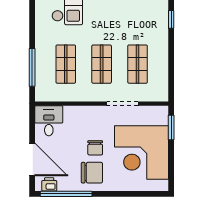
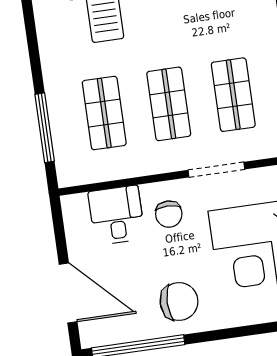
desk: (49, 121) -> (117, 215), moved
chair: (95, 148) -> (169, 214), moved
printer: (49, 184) -> (105, 333), removed

